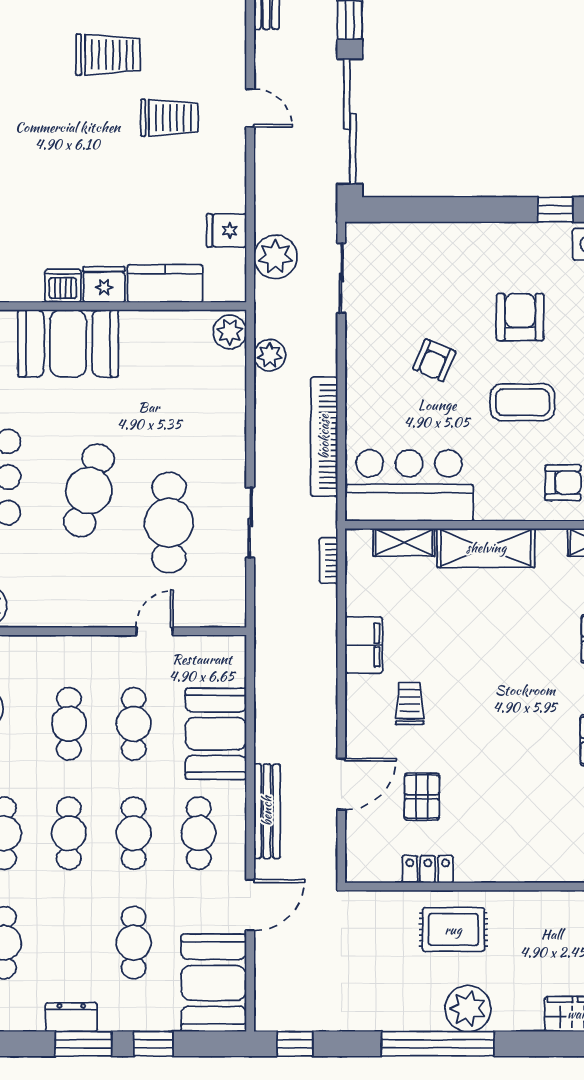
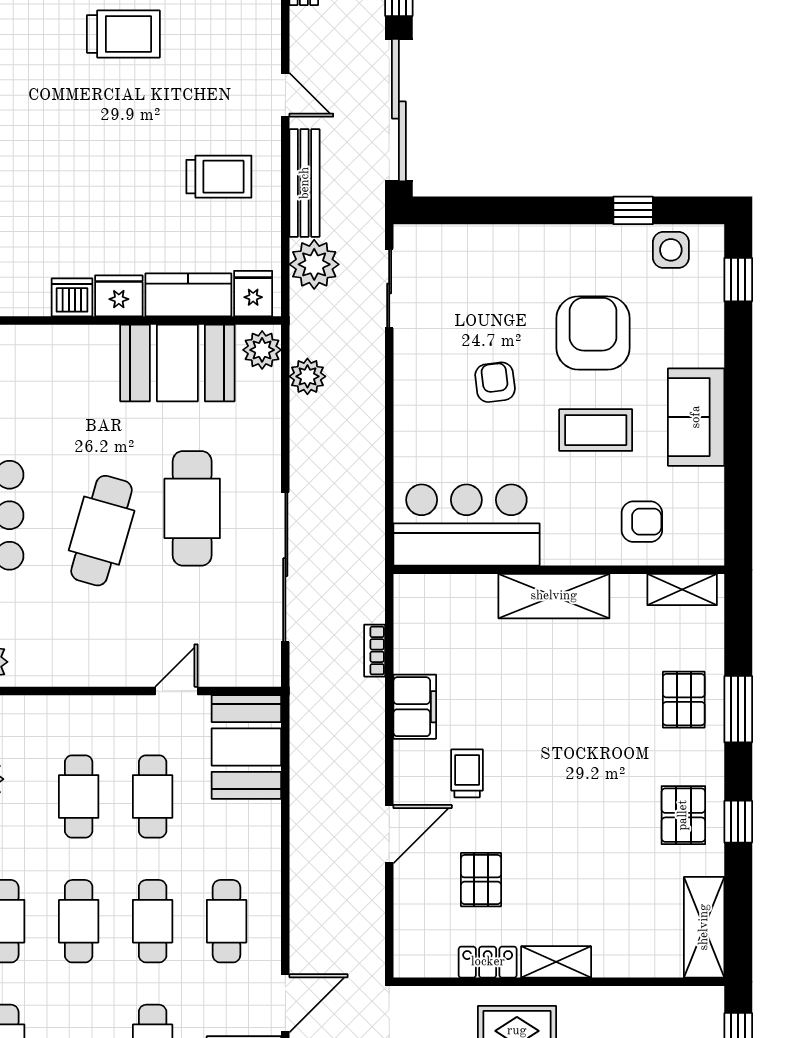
trolley: (169, 118) -> (219, 177), moved
fridge: (227, 230) -> (253, 294), moved, turned 90
armchair: (520, 317) -> (593, 333), width x1.36, depth x1.36
booth: (68, 343) -> (177, 363), moved
armchair: (434, 360) -> (495, 382), turned 150
bookcase: (324, 437) -> (370, 469), removed
cafe table: (169, 523) -> (192, 508), moved
sliding door: (250, 523) -> (285, 567), width x1.86
shelving: (404, 542) -> (556, 962), moved
bookcase: (329, 560) -> (375, 651), moved
booth: (216, 734) -> (246, 747), moved
door: (341, 784) -> (389, 834), moved
bench: (267, 811) -> (305, 183), moved

